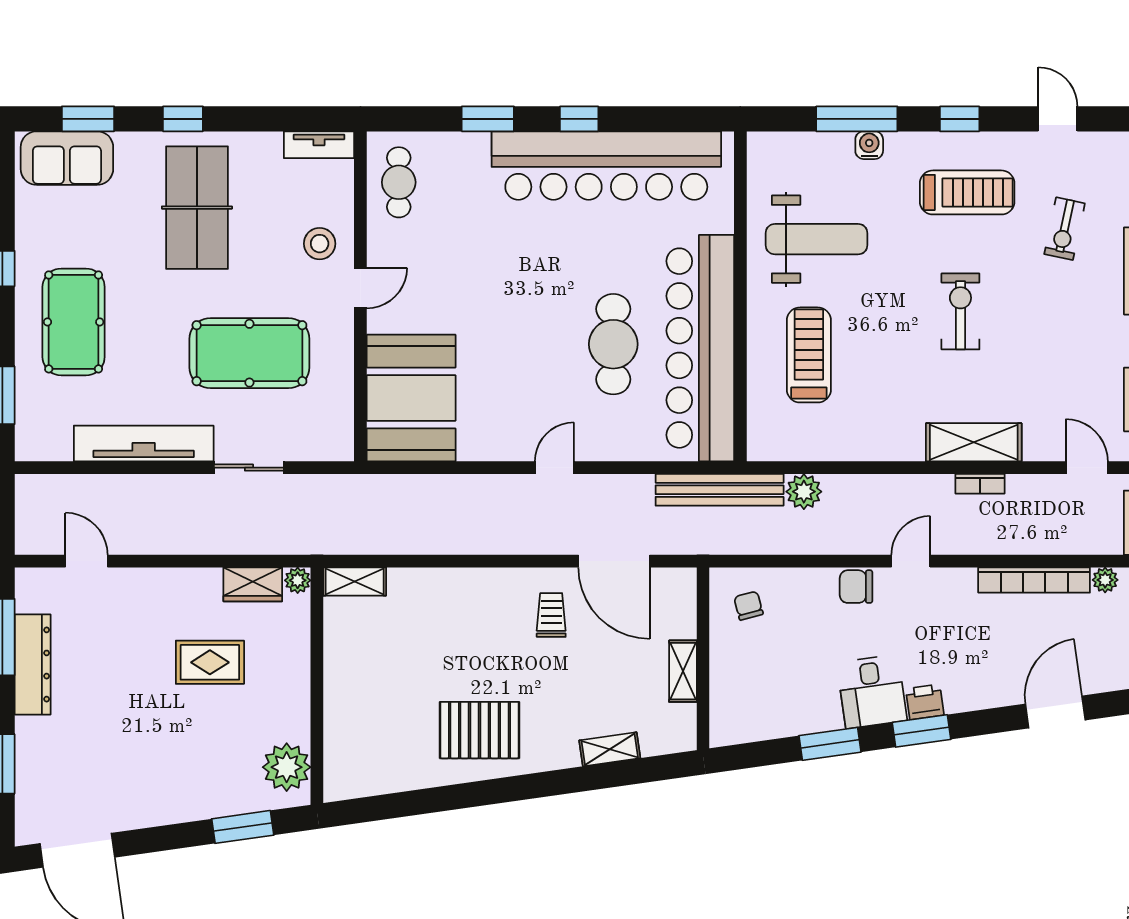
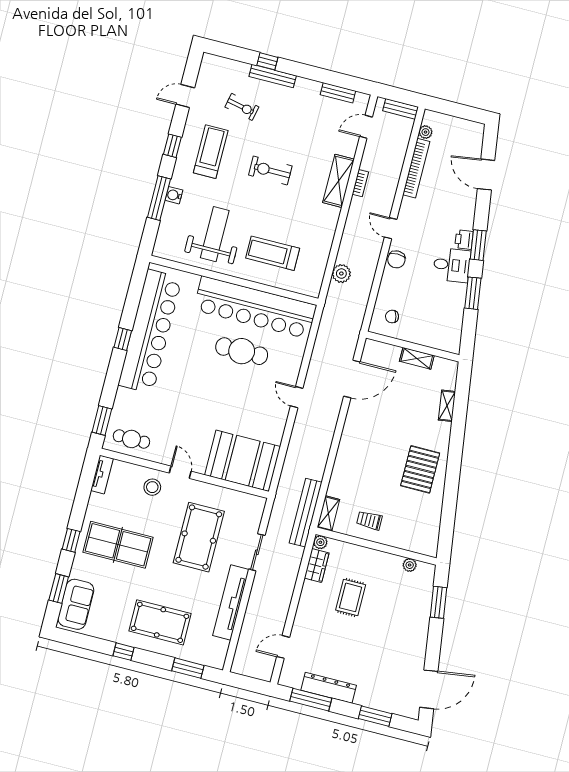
window: (488, 119) -> (102, 421), moved
bench: (720, 490) -> (306, 513), moved
trolley: (551, 615) -> (369, 520), moved
plant: (287, 767) -> (410, 565), width x0.53, depth x0.53

